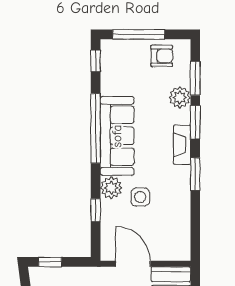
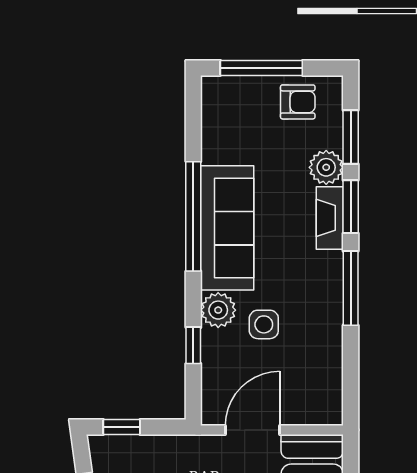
window: (96, 61) -> (193, 110), removed
fireplace: (182, 145) -> (330, 218), moved
window: (195, 174) -> (351, 288), width x1.44
door: (133, 264) -> (253, 430), hinge flipped

